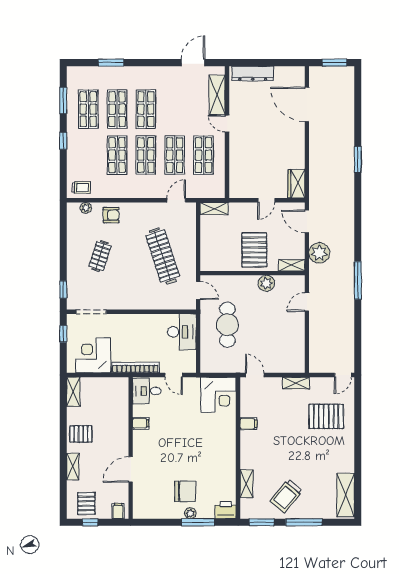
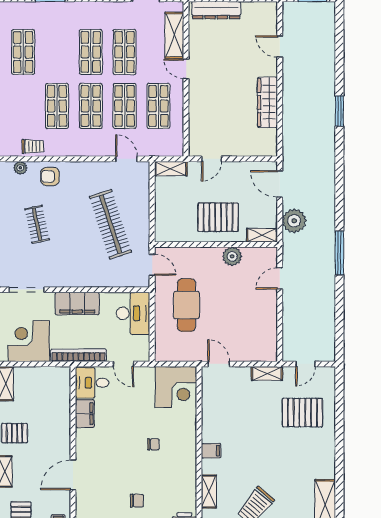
door: (307, 104) -> (280, 46), width x0.53
shop shelf: (117, 109) -> (125, 52), moved
wardrobe: (296, 184) -> (267, 102), moved, width x1.50
trolley: (81, 187) -> (33, 146), moved
door: (176, 200) -> (126, 159), hinge flipped
door: (266, 200) -> (212, 159), moved
armchair: (111, 215) -> (50, 176), turned 180
pallet: (254, 250) -> (218, 217), turned 90
clothes rail: (100, 256) -> (37, 224), turned -30
filing cabinet: (134, 323) -> (77, 303), added
door: (343, 375) -> (305, 364), moved
filing cabinet: (141, 423) -> (85, 414), width x2.00
filing cabinet: (248, 424) -> (211, 451), moved
chair: (199, 443) -> (153, 444), added
chair: (185, 491) -> (137, 501), width x0.54, depth x0.54

